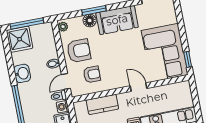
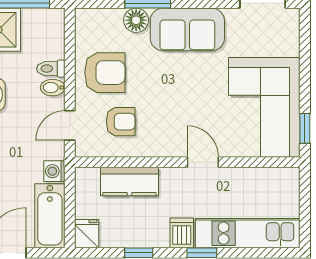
plant: (63, 27) -> (84, 22), removed
toilet: (59, 96) -> (51, 69), moved

